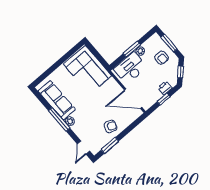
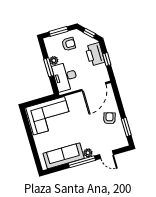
printer: (165, 88) -> (95, 54), width x1.87, depth x1.48
door: (83, 148) -> (106, 155), moved

